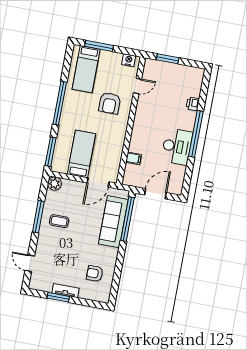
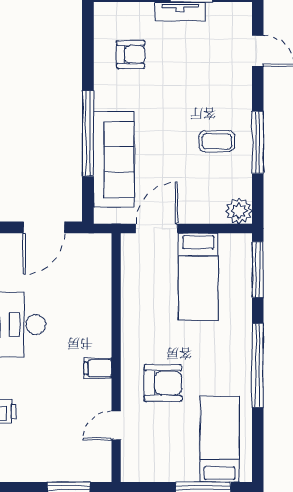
nightstand: (129, 60) -> (142, 471), removed
armchair: (110, 103) -> (163, 383), turned 90
filing cabinet: (133, 158) -> (98, 368), moved
window: (127, 219) -> (88, 133), moved

